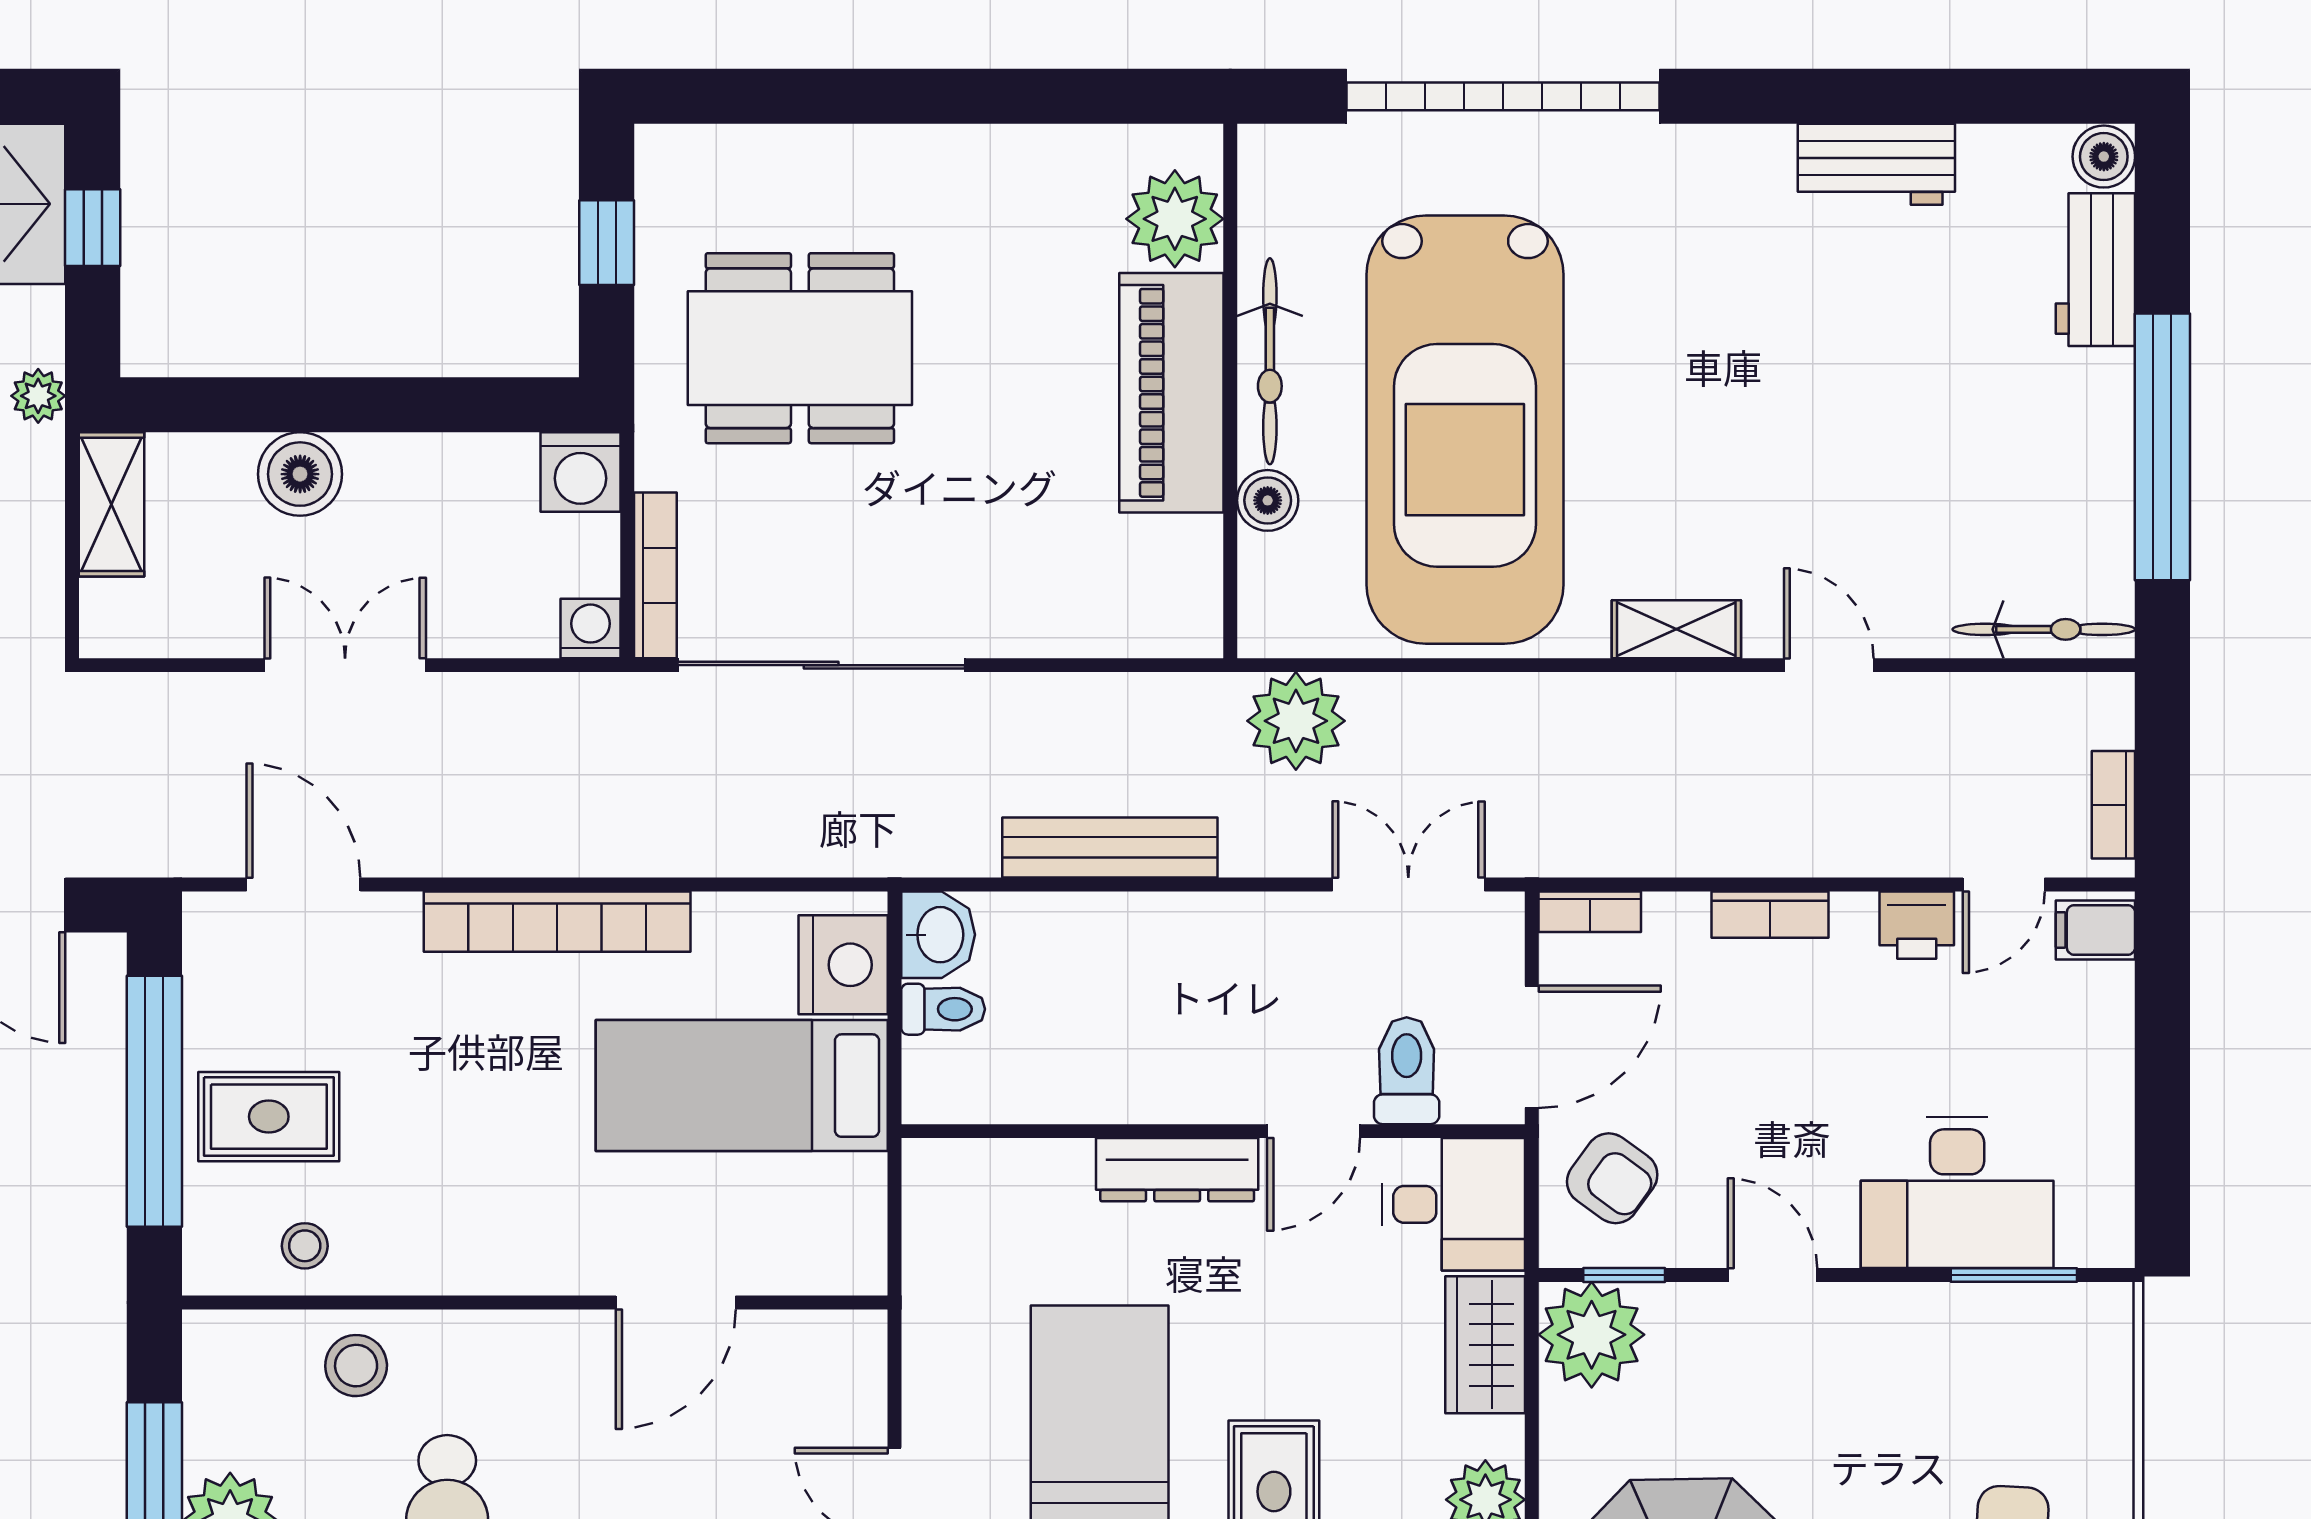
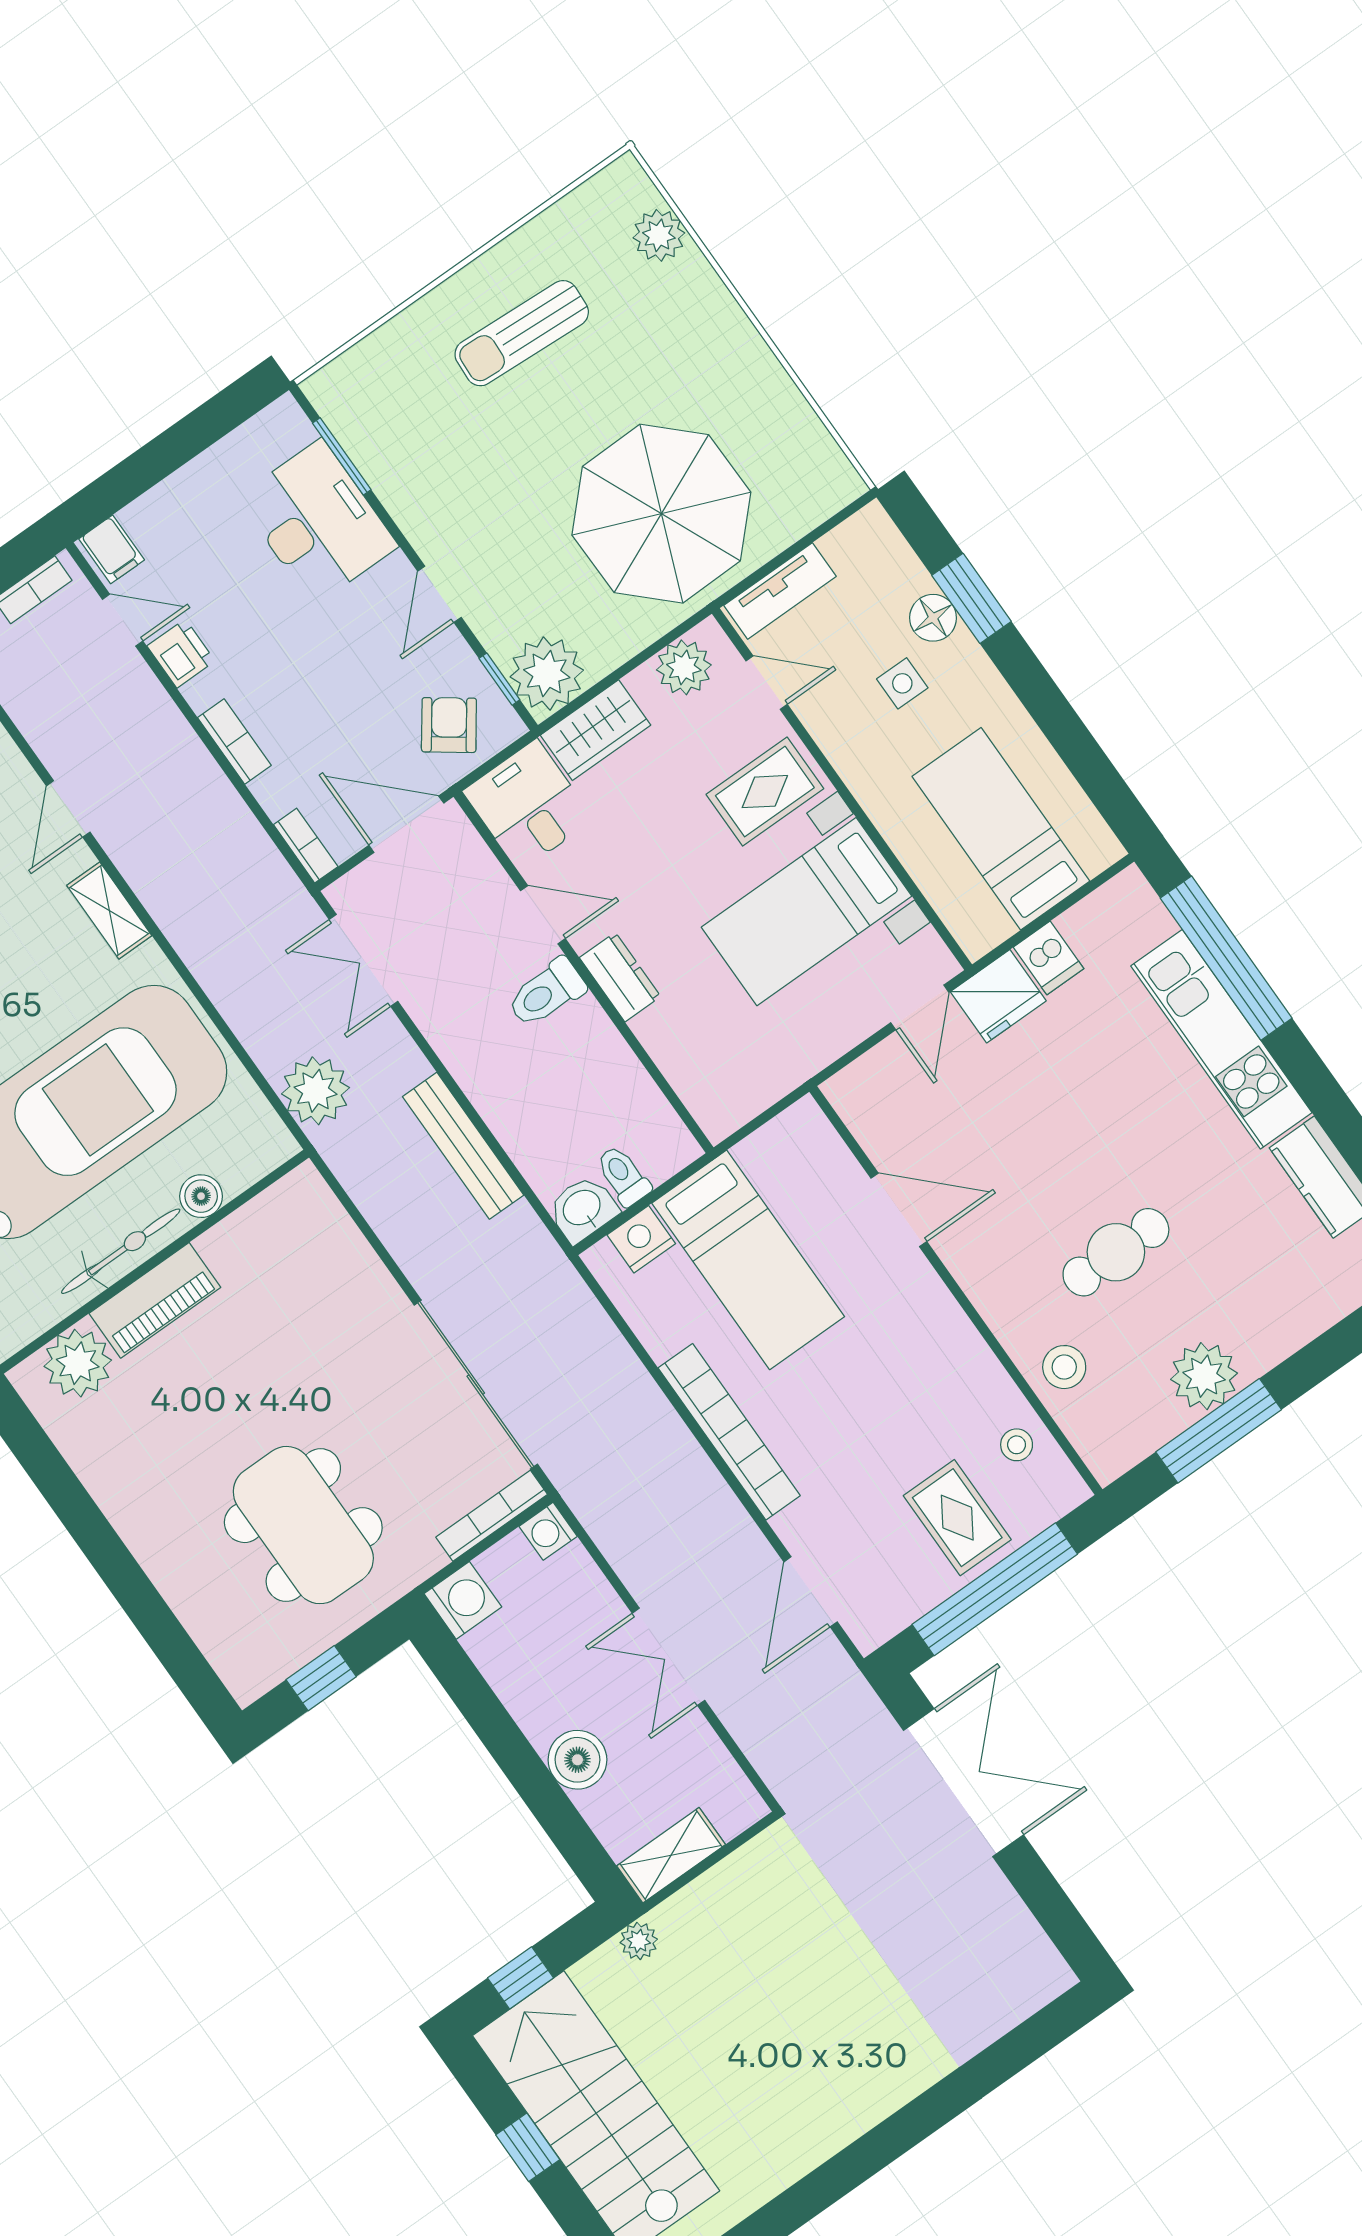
piano: (1171, 393) -> (155, 1300), width x0.73, depth x0.75
nightstand: (843, 965) -> (641, 1239), width x0.74, depth x0.75
toilet: (1407, 1071) -> (546, 993), moved
dresser: (1177, 1170) -> (620, 977), width x0.70

